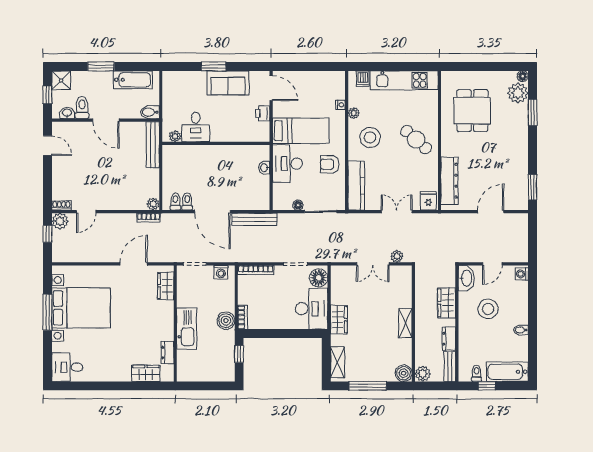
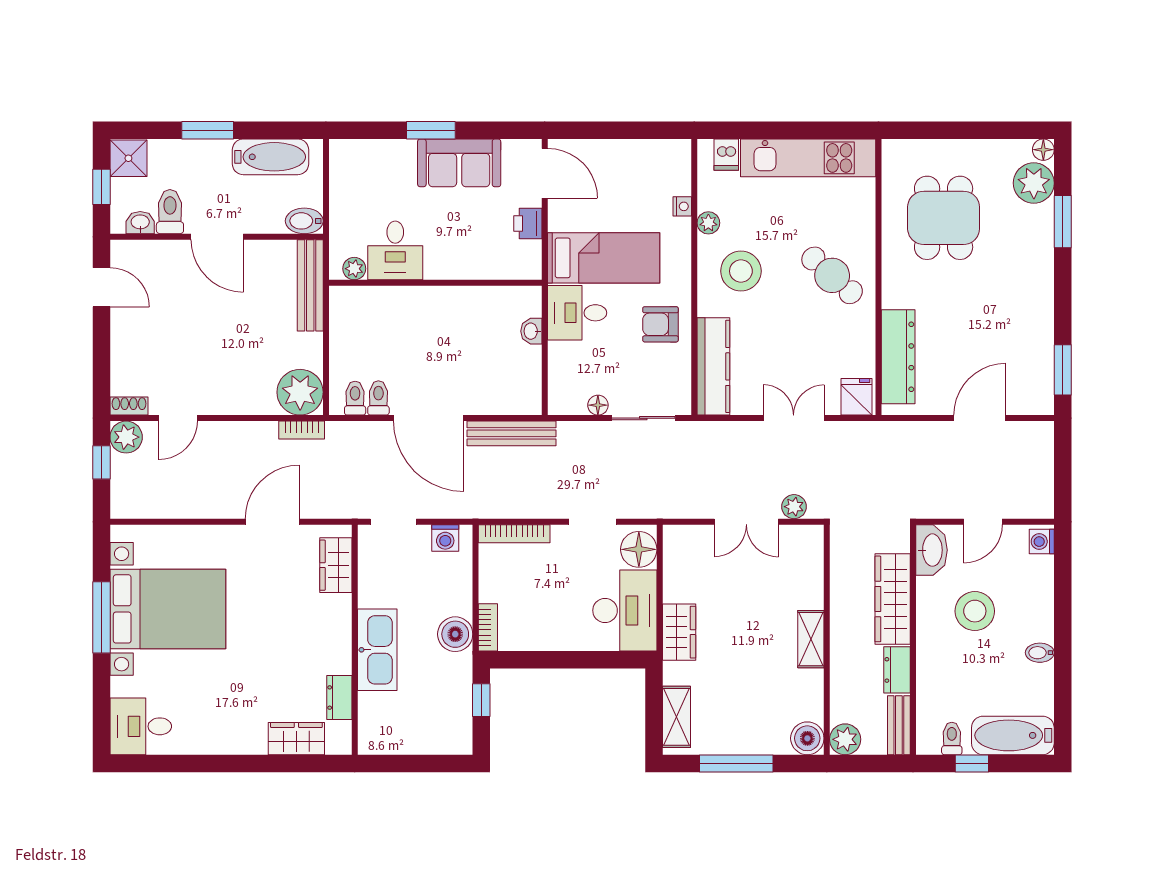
desk: (287, 164) -> (577, 313), width x0.73
plant: (153, 204) -> (300, 392), width x1.87, depth x1.87
wardrobe: (447, 303) -> (893, 599), width x1.50

